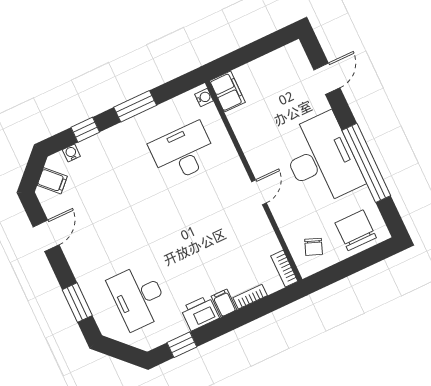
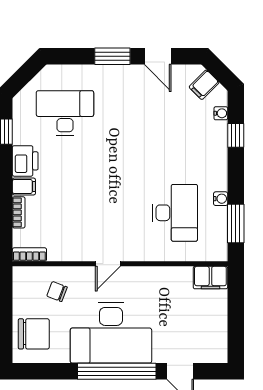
water cooler: (204, 97) -> (221, 199), moved, turned -90
window: (135, 106) -> (236, 224), moved
window: (366, 163) -> (117, 371), moved
door: (259, 192) -> (108, 264), hinge flipped
chair: (314, 247) -> (57, 292), moved
window: (77, 303) -> (112, 56), moved

